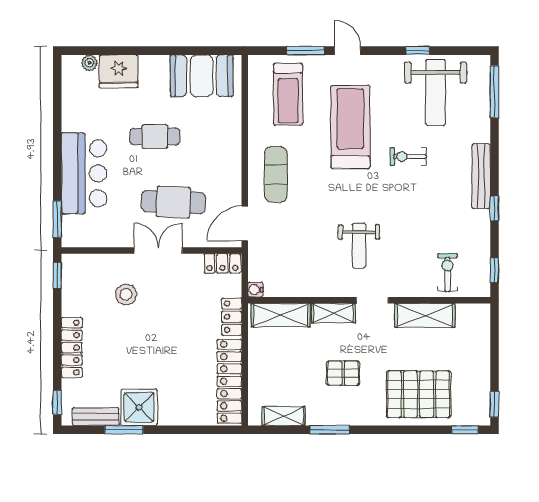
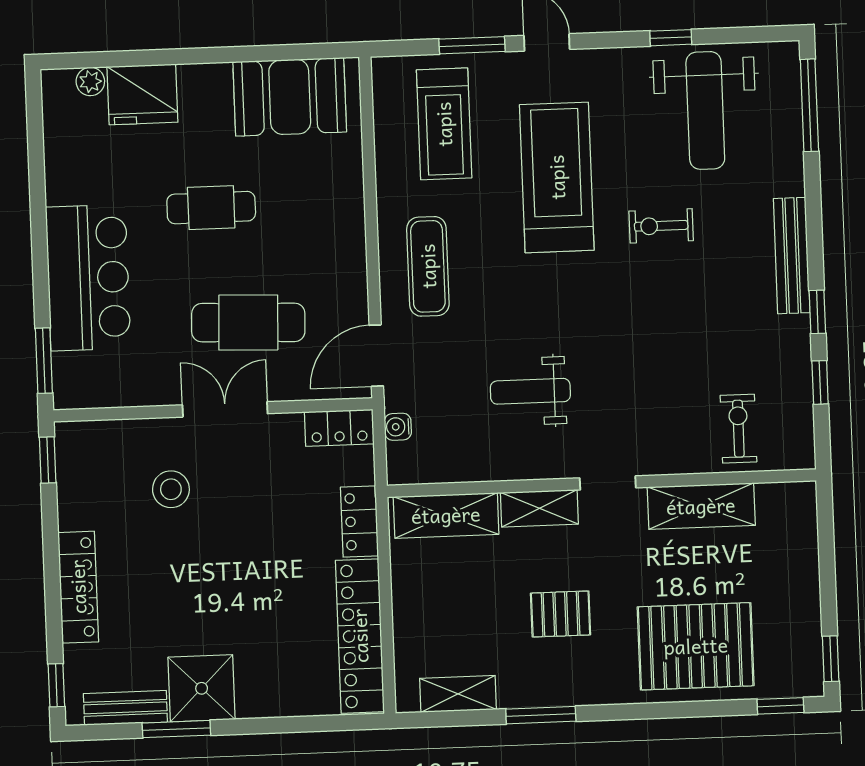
weight bench: (359, 246) -> (530, 391), moved, turned 90
window: (494, 270) -> (820, 382), moved
water cooler: (255, 290) -> (398, 427), moved

